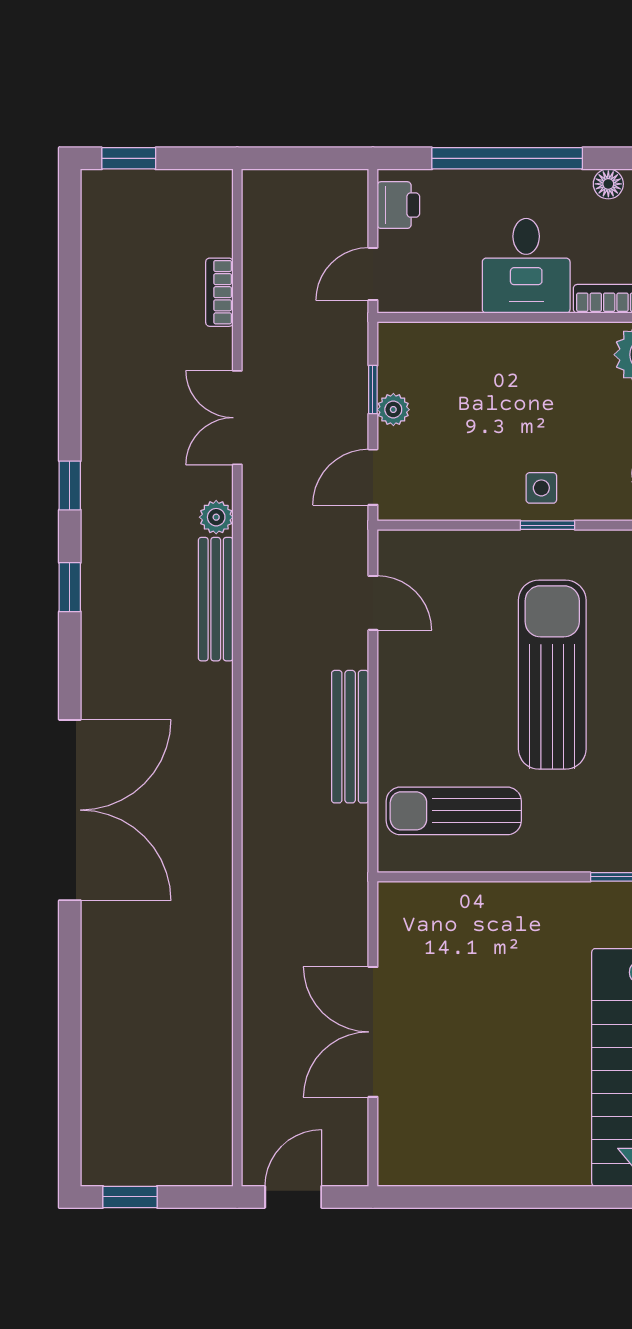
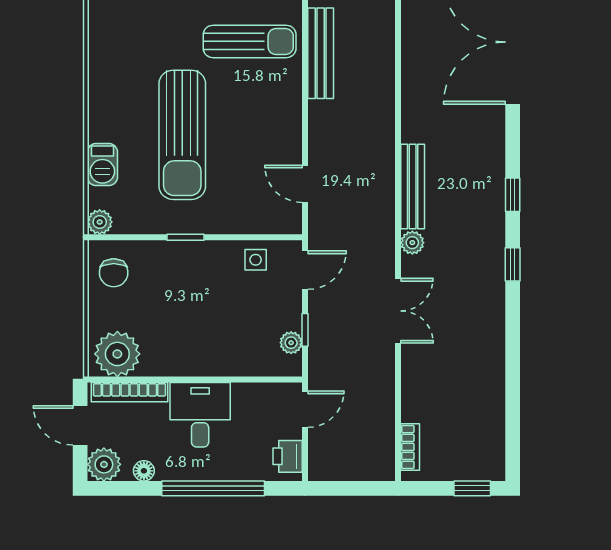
bookcase: (219, 292) -> (410, 447), moved
plant: (393, 410) -> (291, 343), moved
side table: (541, 488) -> (256, 260), moved
bench: (350, 737) -> (321, 53), moved

